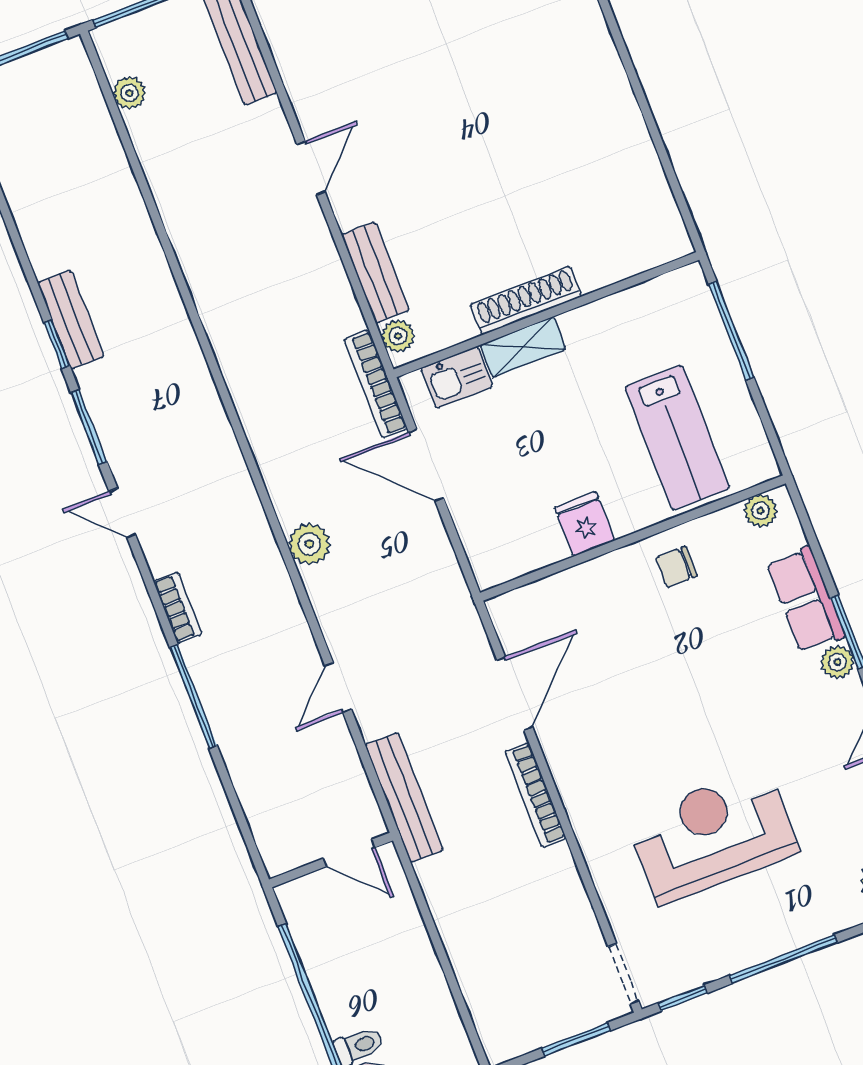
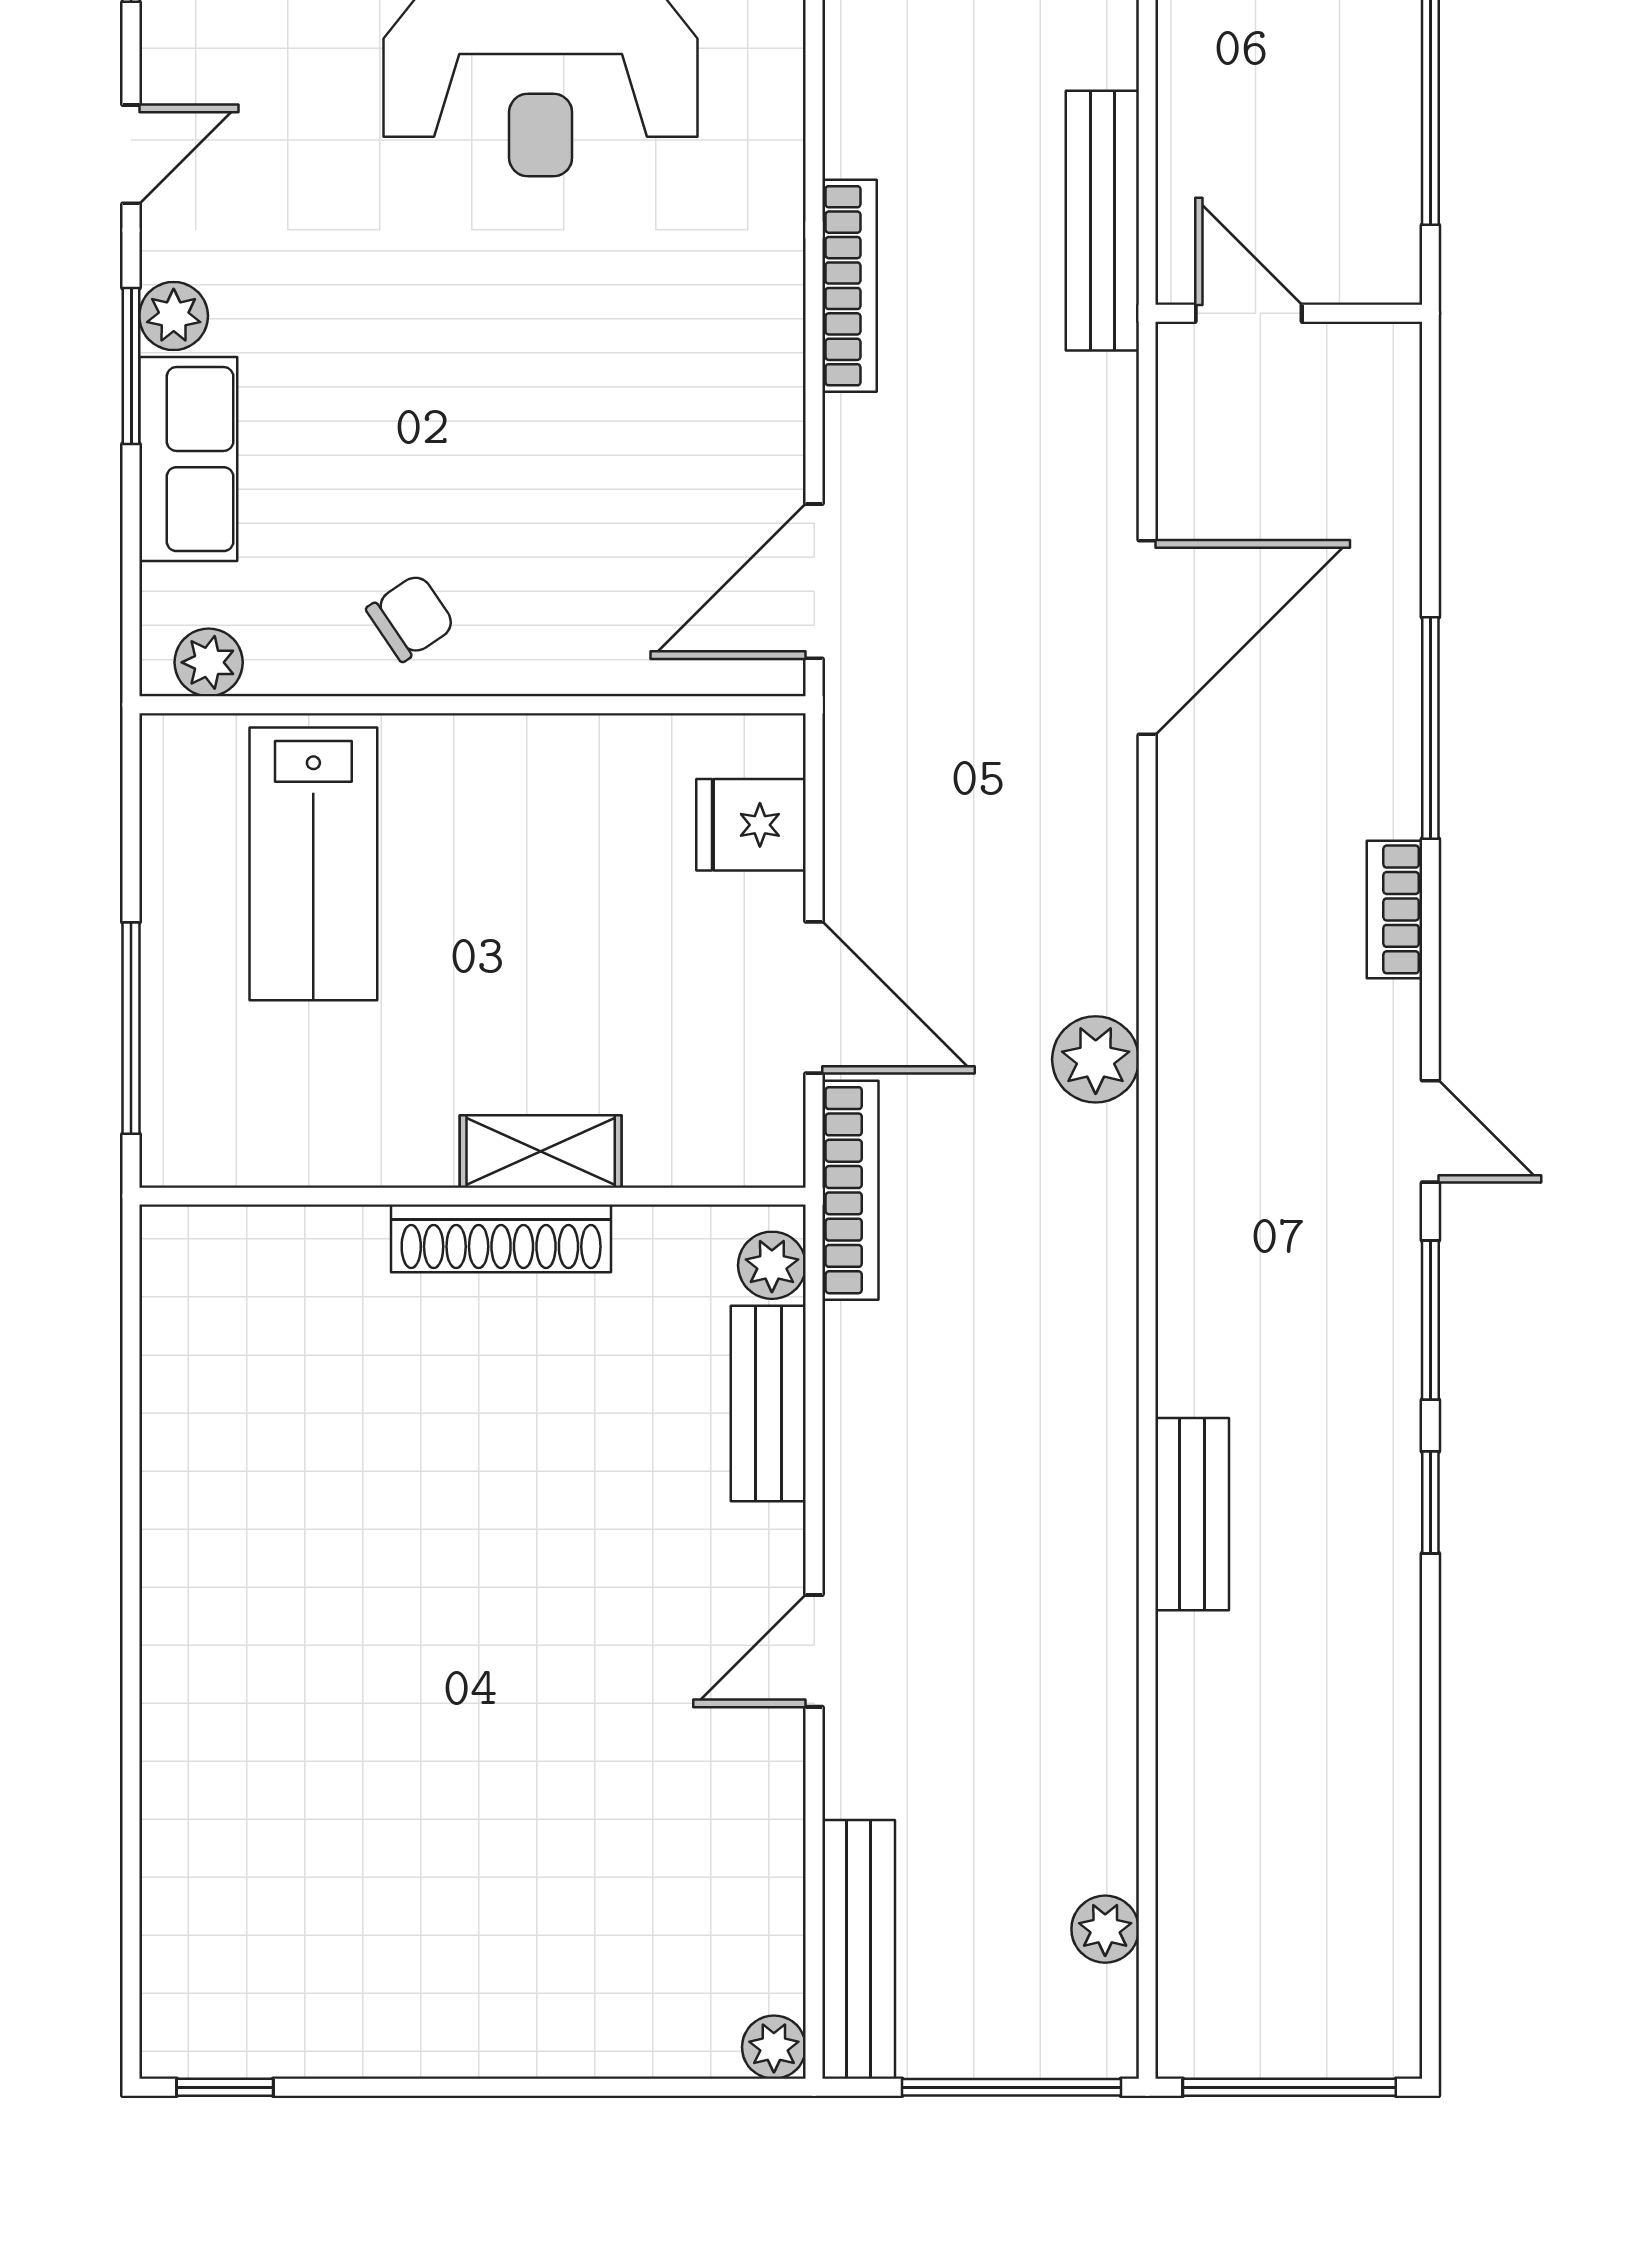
bench: (71, 320) -> (1192, 1514), moved
kitchen sink: (457, 377) -> (690, 1143), removed
lab bench: (677, 438) -> (313, 864), turned 180
fridge: (585, 524) -> (751, 825), moved, turned 90
plant: (309, 544) -> (1096, 1059), moved
chair: (676, 567) -> (411, 617), turned -34
door: (338, 688) -> (1147, 637), width x1.87
door: (515, 694) -> (814, 581), moved
bench: (404, 798) -> (1102, 221), moved

